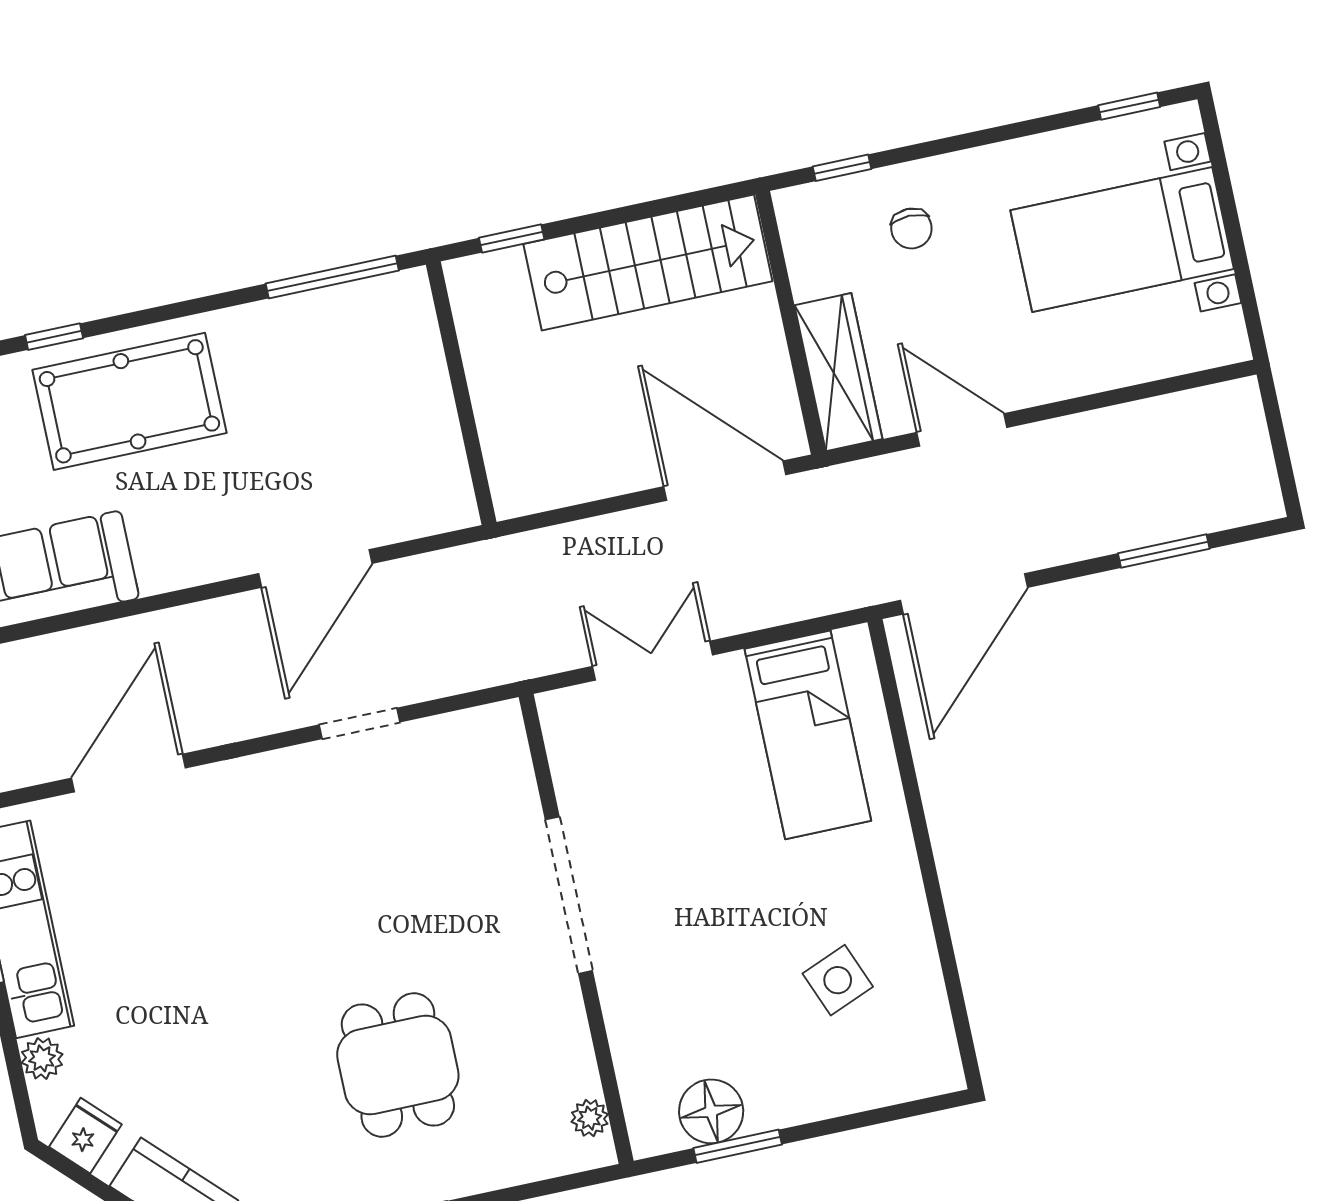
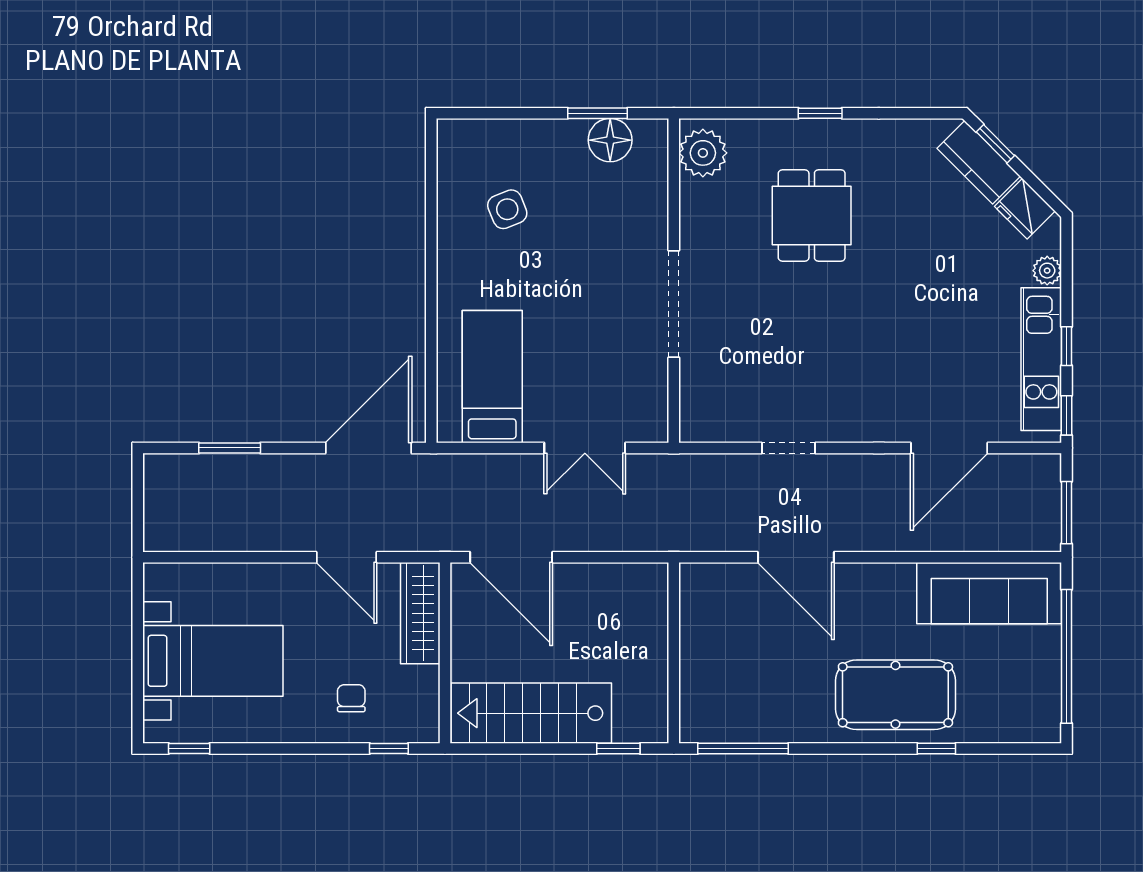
door: (315, 569) -> (796, 557), swing flipped
plant: (590, 1118) -> (703, 153), width x1.88, depth x1.88
fridge: (85, 1136) -> (1025, 209), width x1.38

